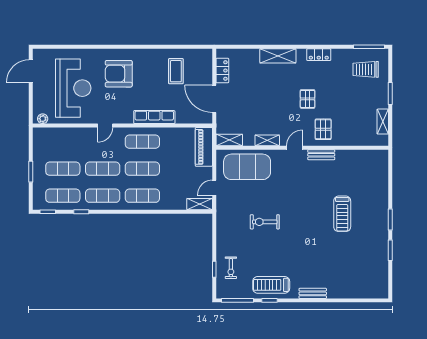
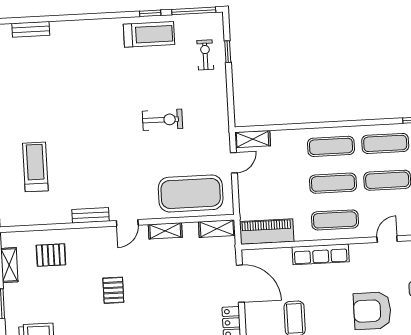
armchair: (119, 74) -> (372, 311), turned 180
pallet: (323, 129) -> (51, 255), moved, turned 90
piano: (204, 147) -> (267, 232), moved, turned -90
treadmill: (342, 214) -> (35, 167), moved
bench: (313, 293) -> (31, 29), moved

